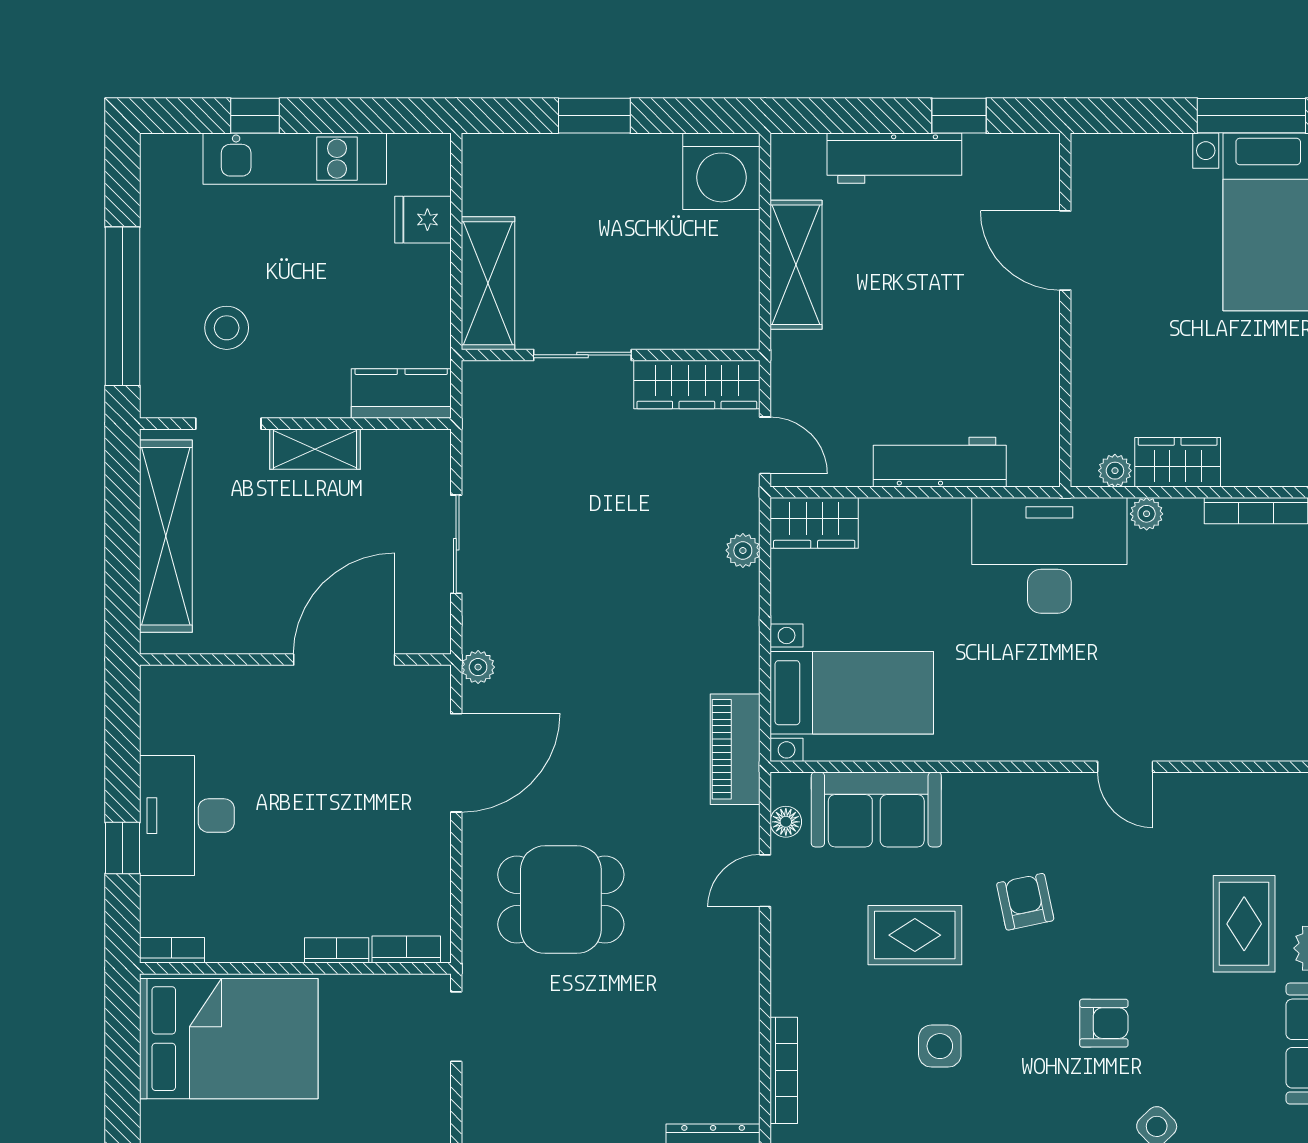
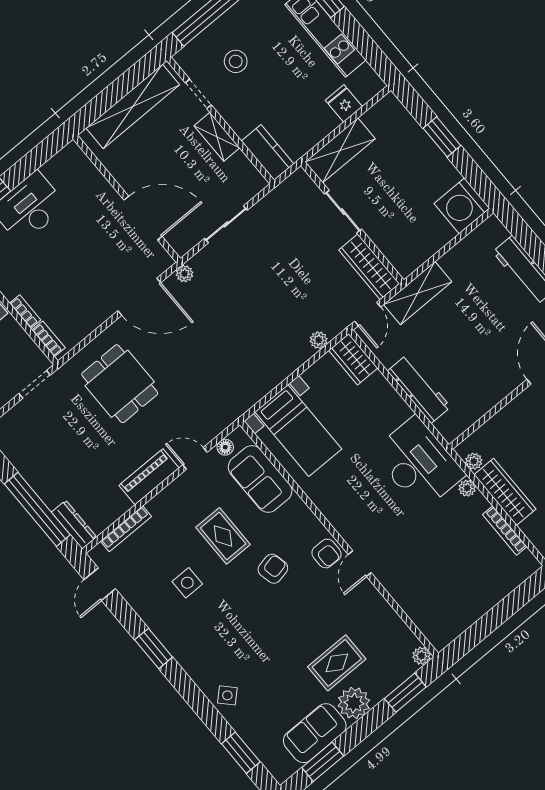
shelving: (796, 265) -> (418, 293), moved
wardrobe: (1178, 462) -> (505, 492), width x1.50
piano: (735, 749) -> (149, 477), moved
armchair: (1104, 1023) -> (326, 553), moved

